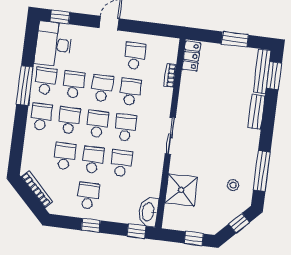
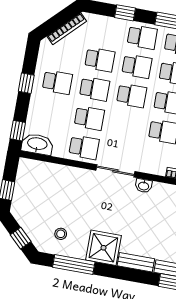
washbasin: (183, 108) -> (144, 186), added
school desk: (126, 128) -> (84, 147), moved
window: (19, 134) -> (125, 13), added
shower: (181, 190) -> (103, 248), moved

